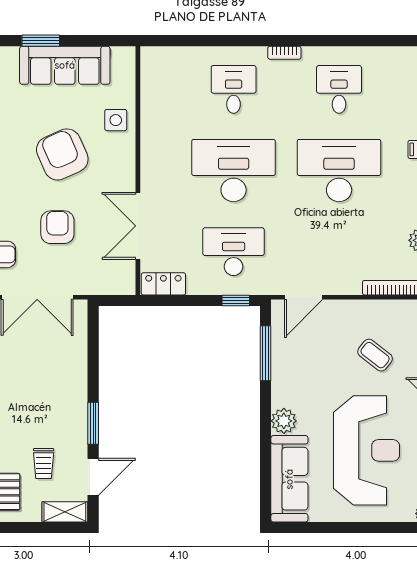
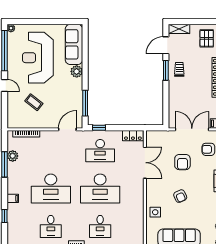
armchair: (62, 154) -> (180, 196), width x0.53, depth x0.53
trolley: (44, 464) -> (179, 69), moved

